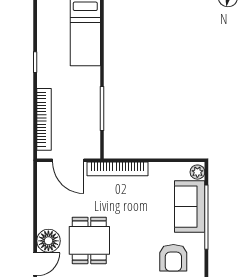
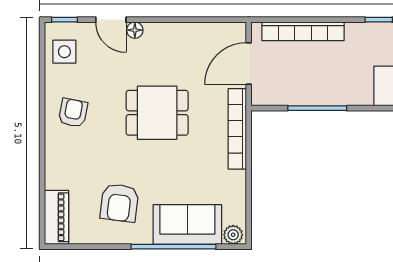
dining table: (89, 240) -> (157, 113), moved
floor lamp: (48, 241) -> (135, 30), width x0.53, depth x0.53
armchair: (173, 258) -> (119, 203), turned -83

